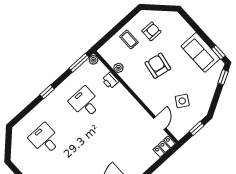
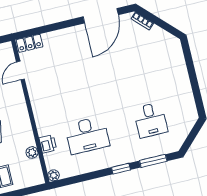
window: (79, 63) -> (153, 161), moved
desk: (85, 103) -> (87, 135), width x1.37

